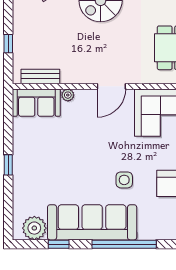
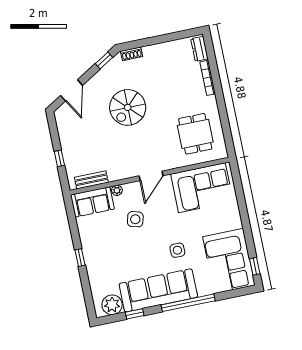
side table: (82, 133) -> (135, 219), added

